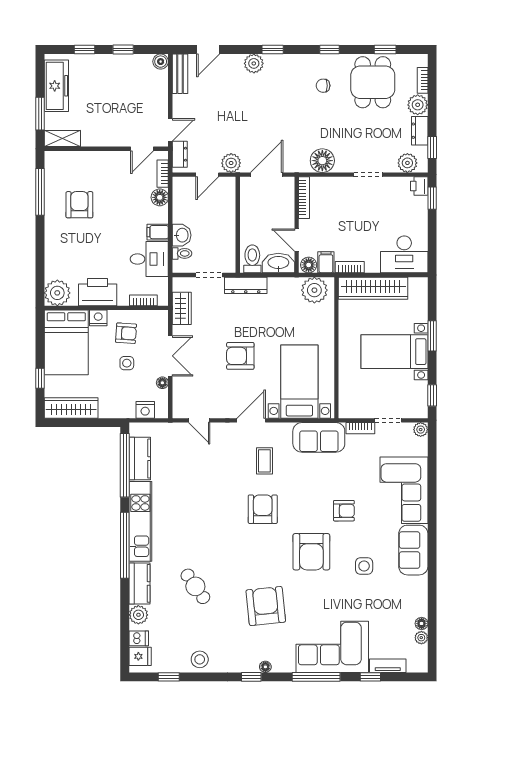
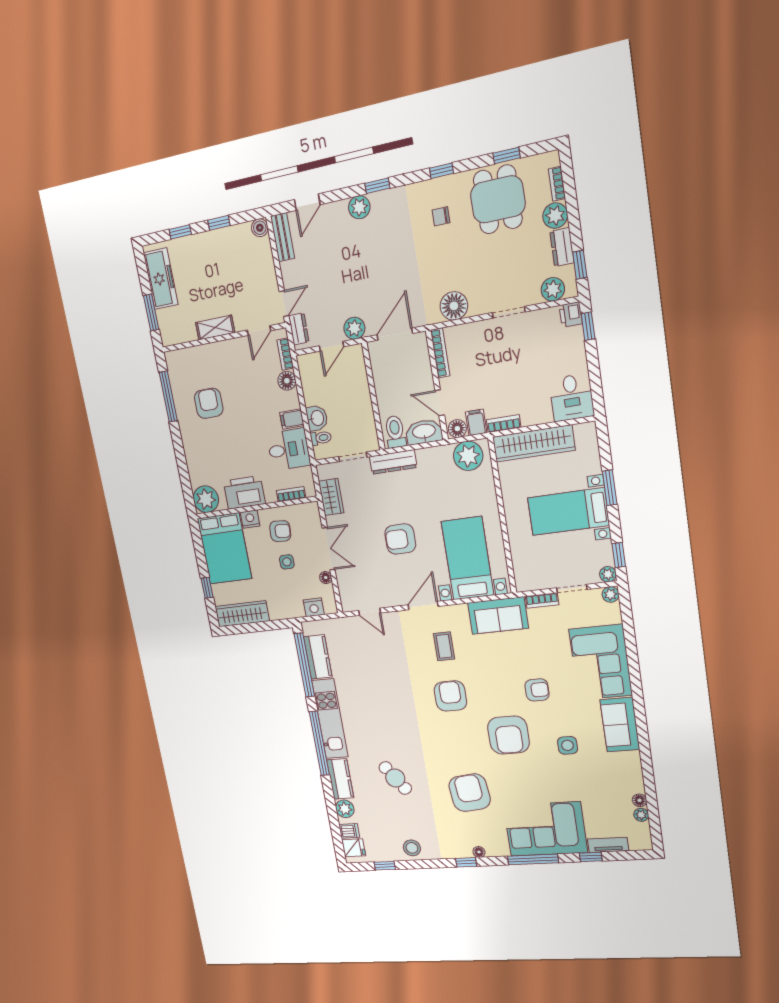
shelving: (62, 138) -> (215, 328), moved
desk: (404, 254) -> (572, 397), width x0.73
plant: (421, 411) -> (608, 574), added

